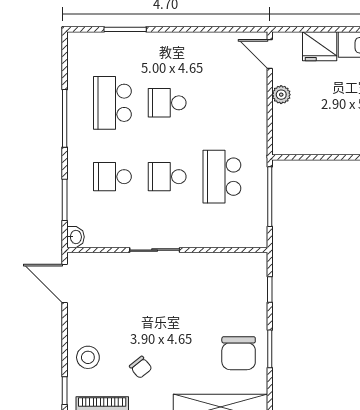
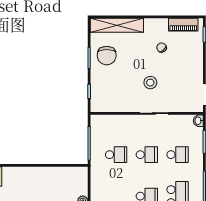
school desk: (222, 177) -> (116, 155), width x0.54
chair: (239, 353) -> (107, 56), turned 180
stool: (88, 357) -> (150, 83), moved

